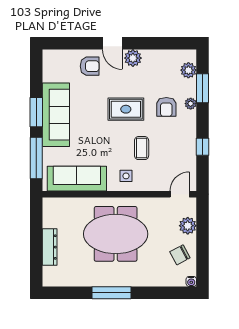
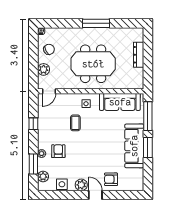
side table: (161, 59) -> (62, 184), added
rug: (126, 109) -> (86, 150), removed

